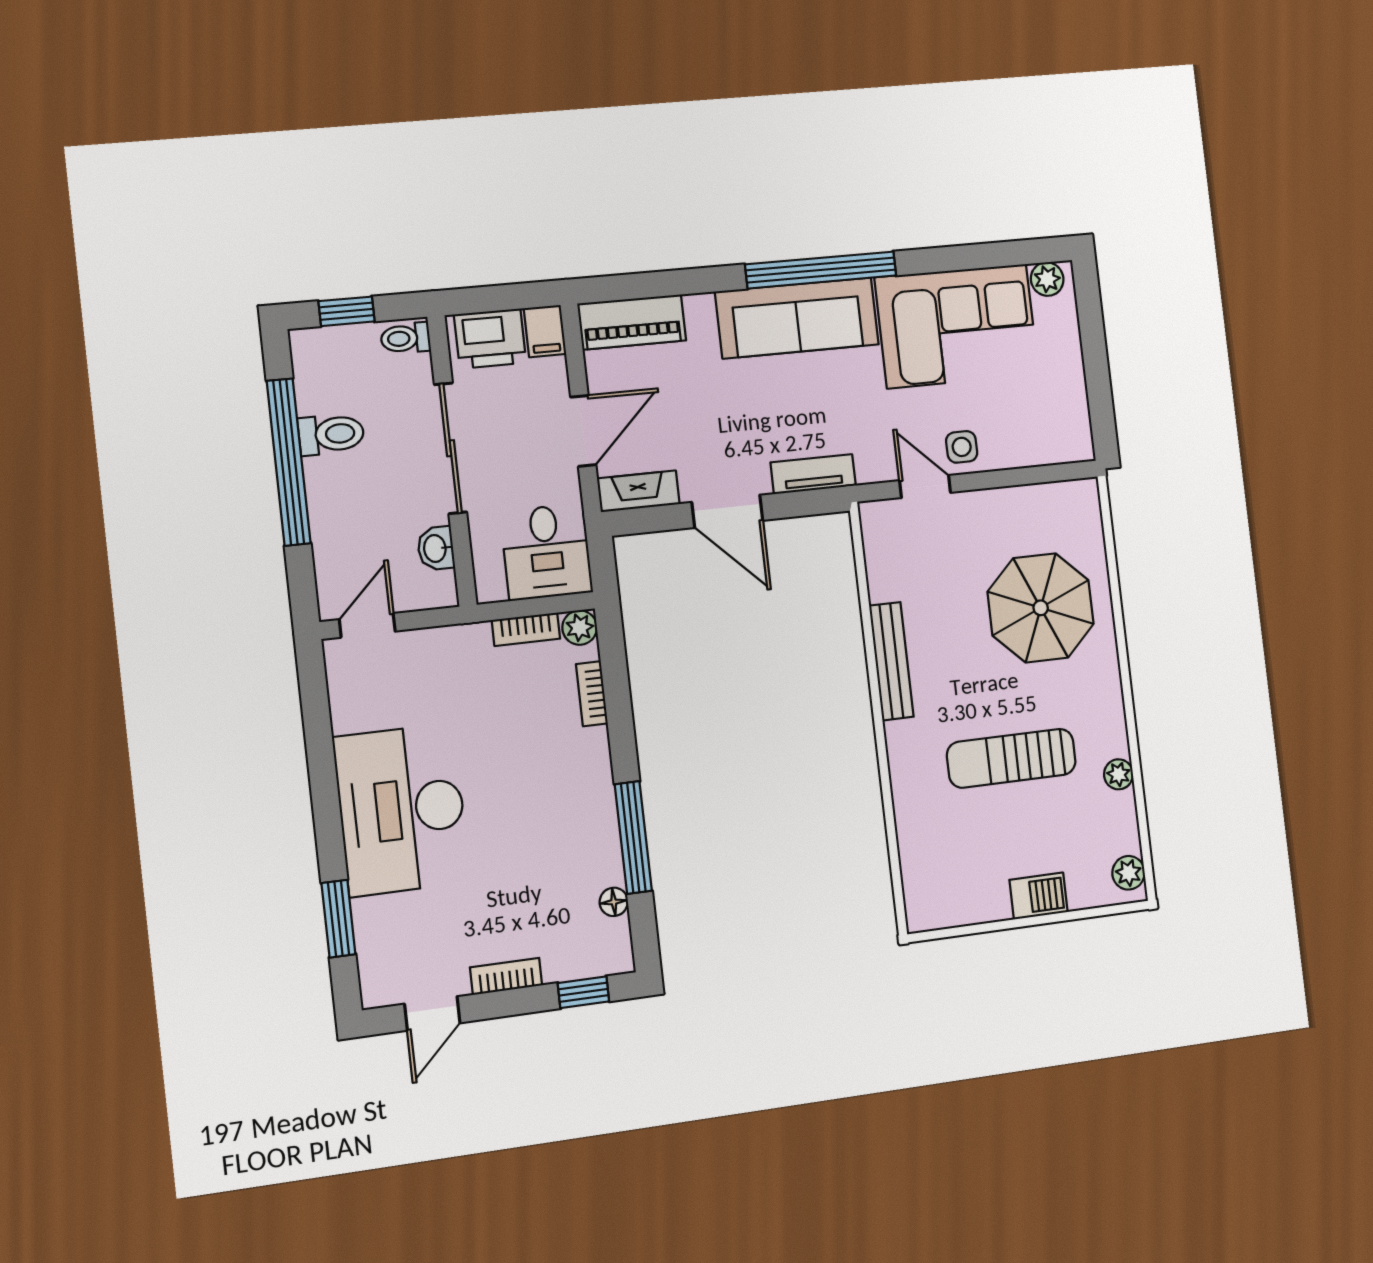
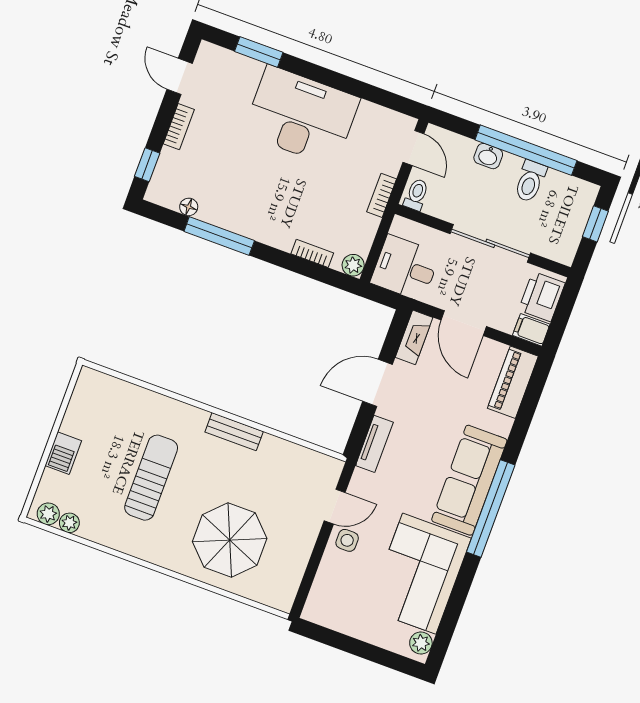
toilet: (406, 338) -> (416, 195), moved
washbasin: (436, 548) -> (488, 156), moved, turned 180
bookcase: (526, 629) -> (382, 195), moved
bench: (891, 661) -> (234, 432), width x0.73
plant: (1118, 774) -> (69, 523), moved

